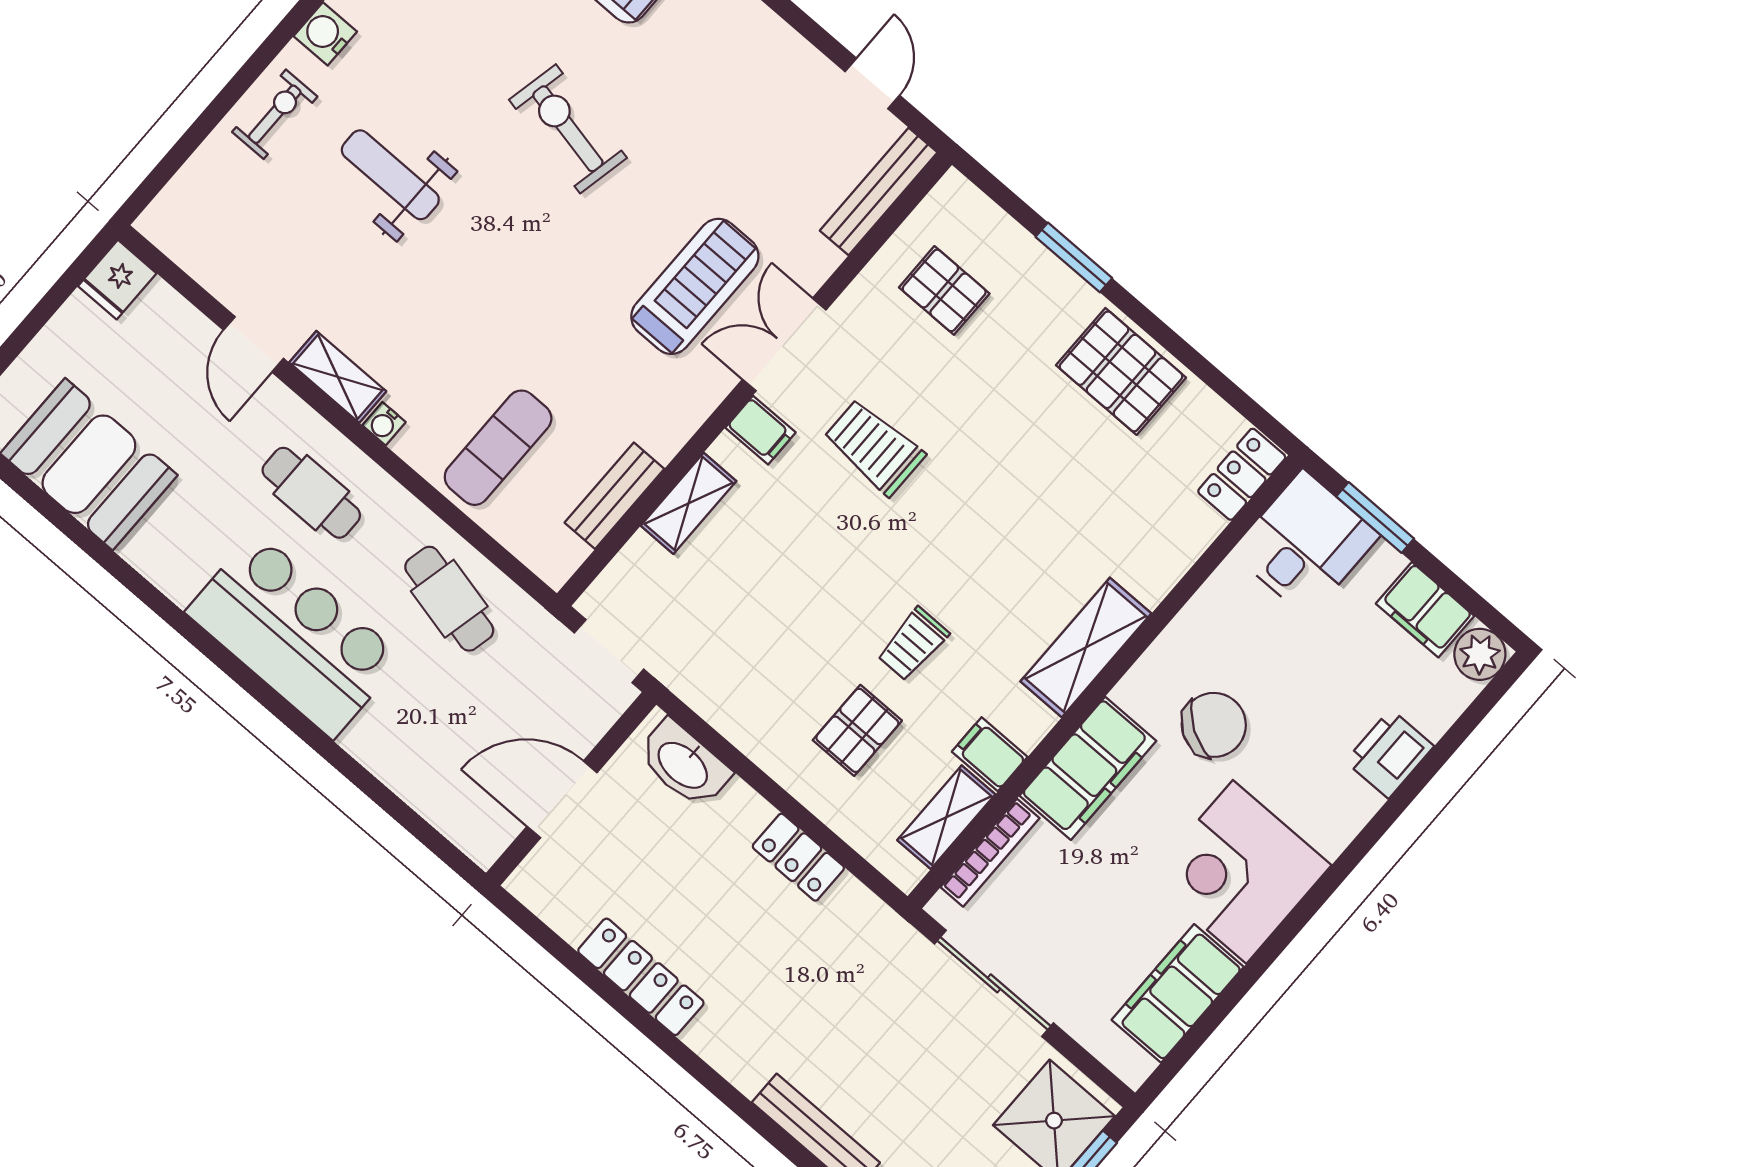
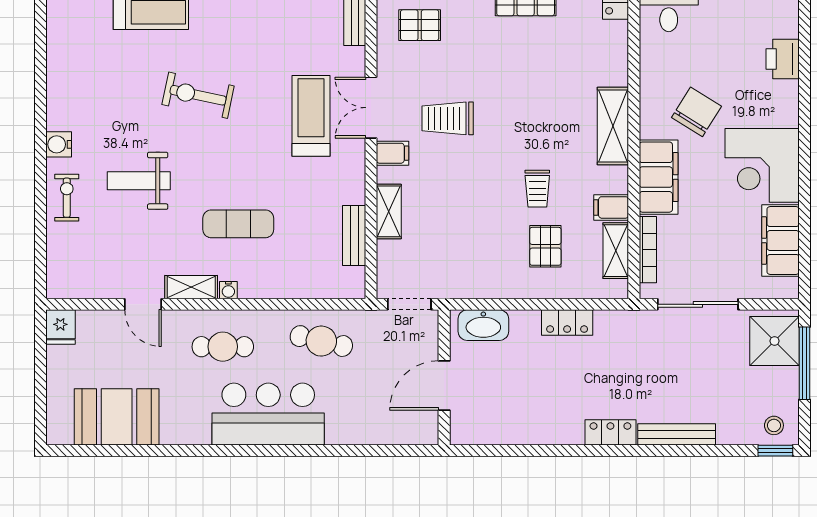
exercise mat: (498, 448) -> (238, 224), moved, turned 90
locker: (641, 977) -> (610, 432), moved, width x0.66

